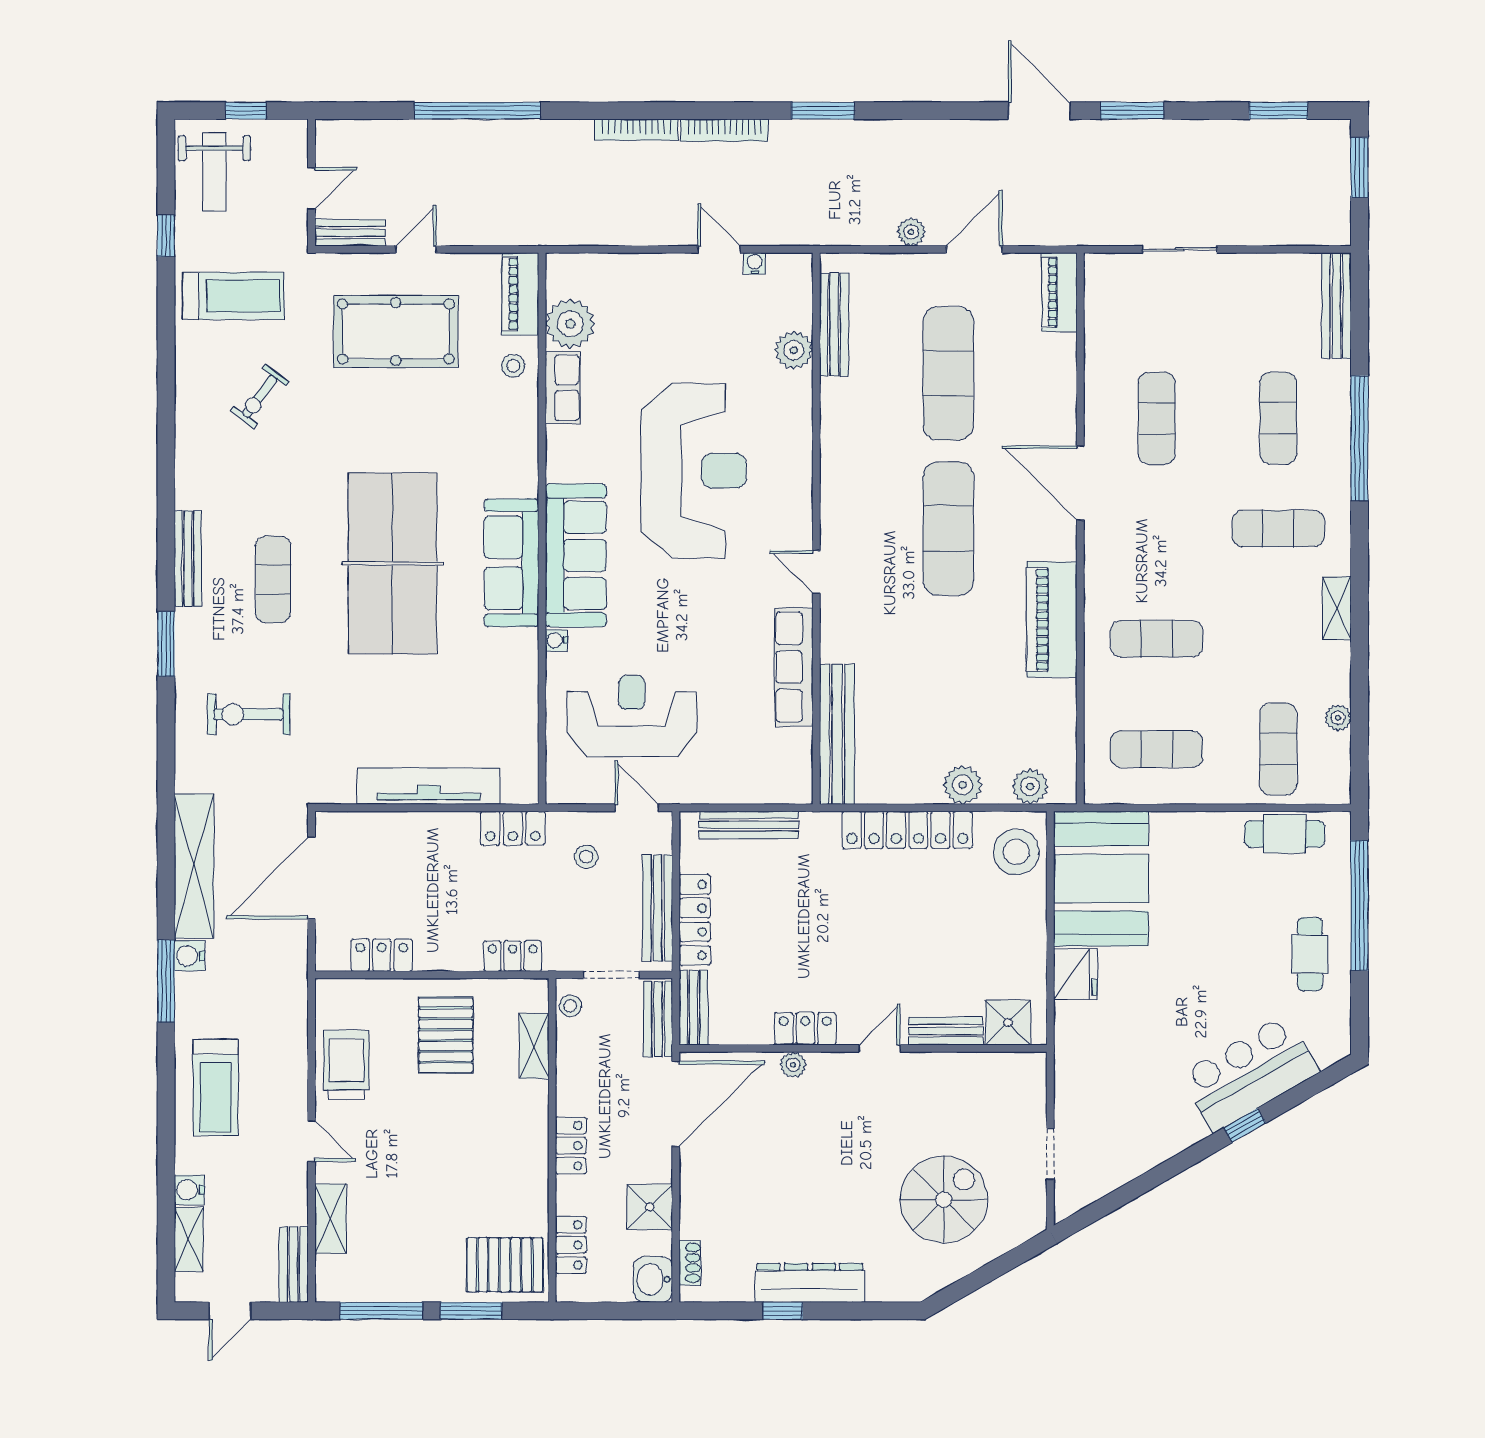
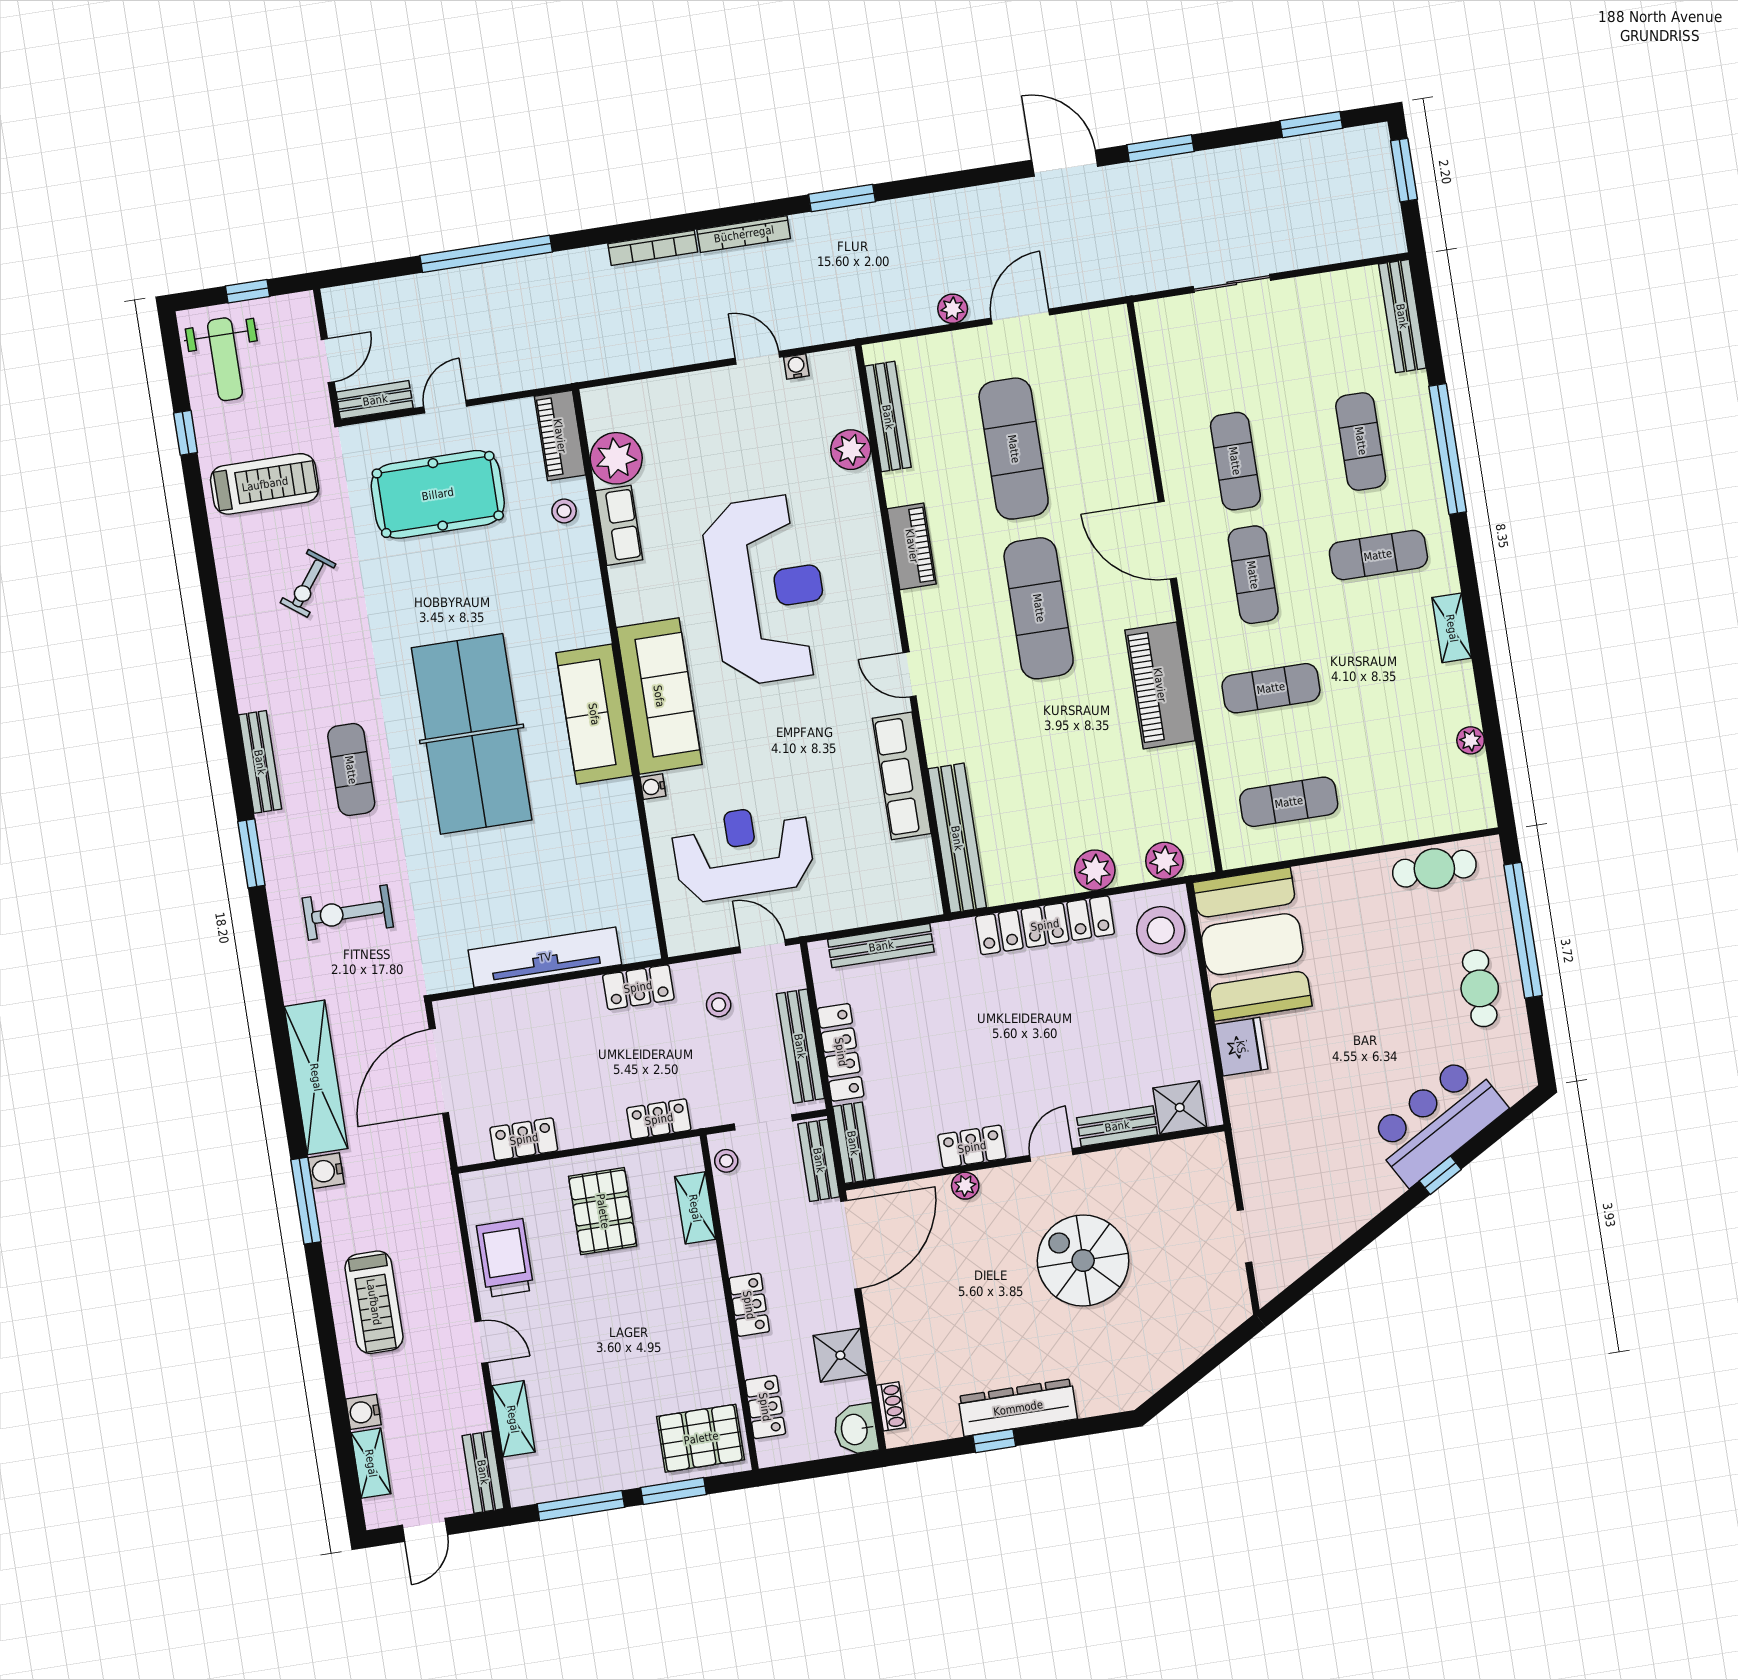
piano: (1059, 292) -> (912, 546), moved, turned 180
exercise mat: (1278, 749) -> (1253, 575), moved
spiral stairs: (944, 1200) -> (1083, 1260), moved, turned -90

